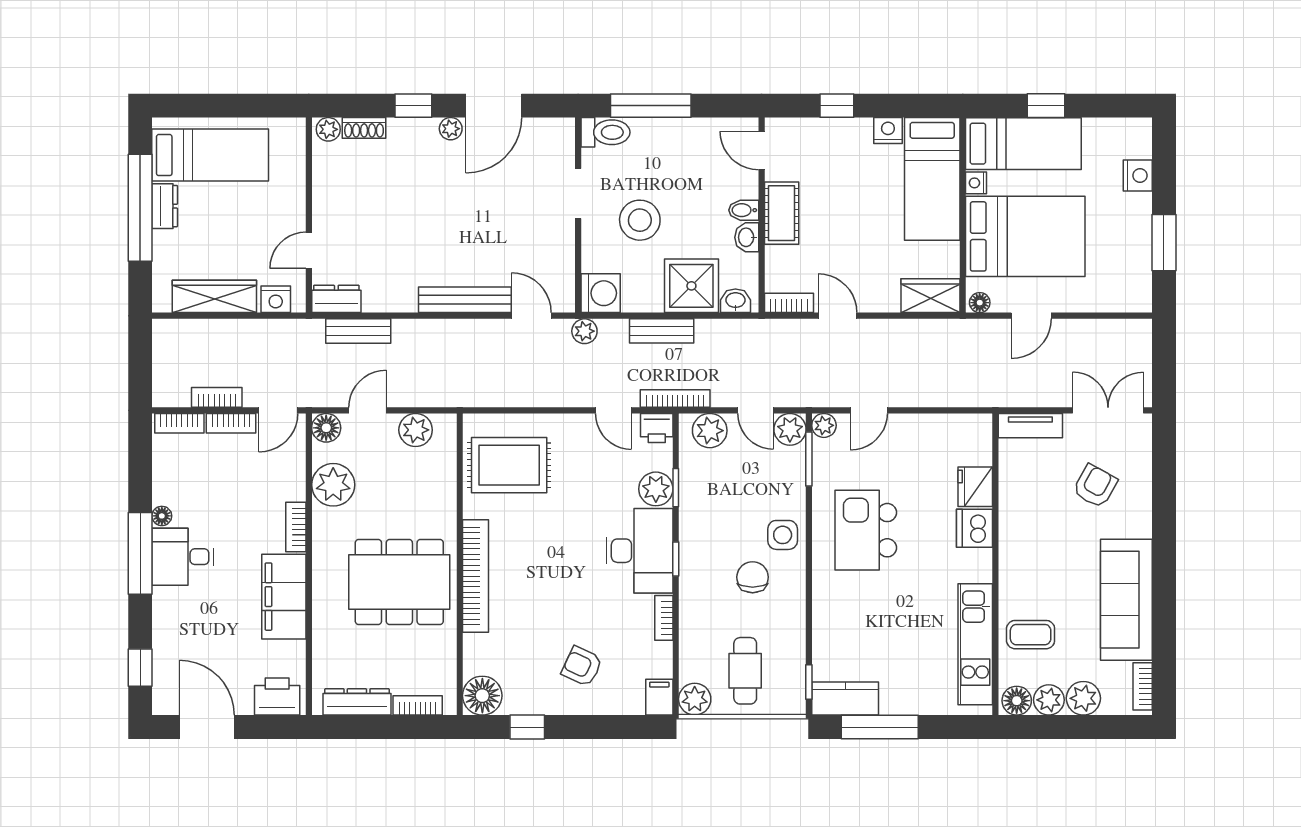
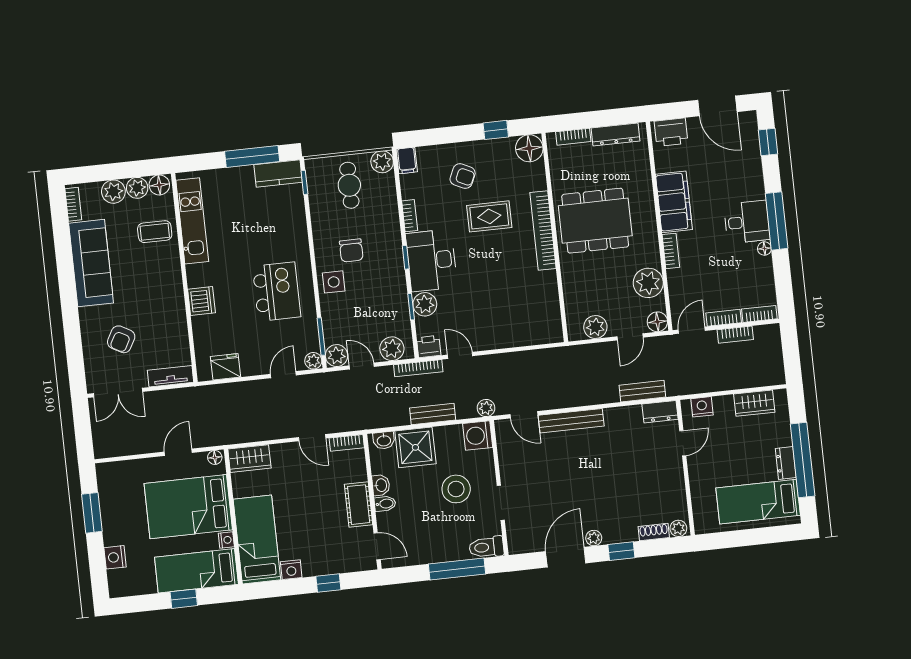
wardrobe: (214, 296) -> (754, 403), width x0.67
rug: (509, 465) -> (489, 216), moved, width x0.73, depth x0.70
fridge: (975, 487) -> (225, 367), moved, turned -90

